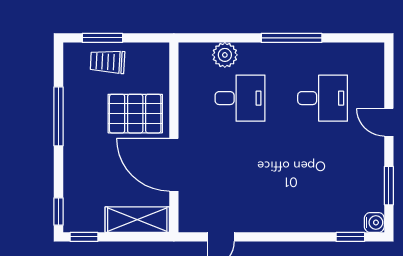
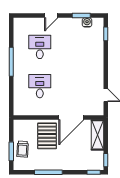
plant: (225, 55) -> (19, 93), removed
water cooler: (374, 222) -> (87, 22), moved

